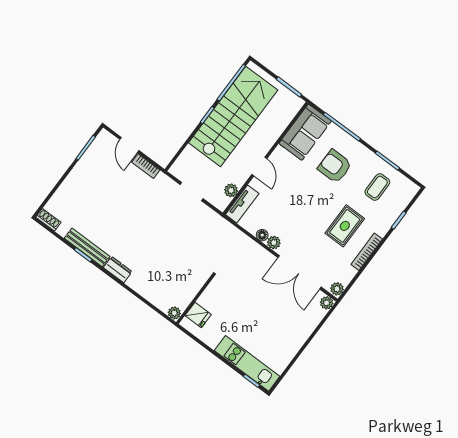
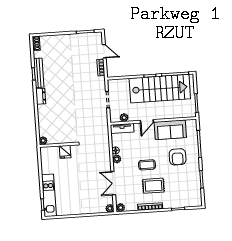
sofa: (305, 132) -> (170, 130), moved
door: (129, 145) -> (104, 51), swing flipped
armchair: (335, 166) -> (178, 157), turned 180
coffee table: (377, 187) -> (147, 165), moved
double door: (300, 272) -> (113, 183), width x0.73
fridge: (198, 315) -> (65, 152), moved

